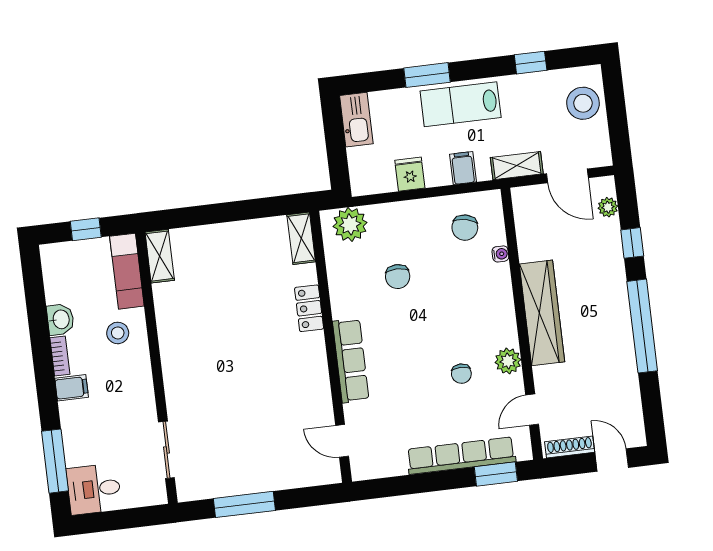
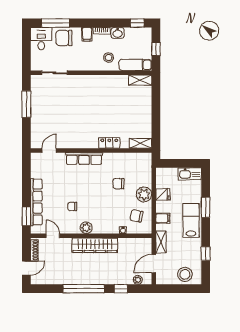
plant: (350, 224) -> (144, 194), moved
window: (33, 278) -> (137, 23), added
plant: (508, 361) -> (86, 228), moved
chair: (86, 438) -> (64, 38), added

